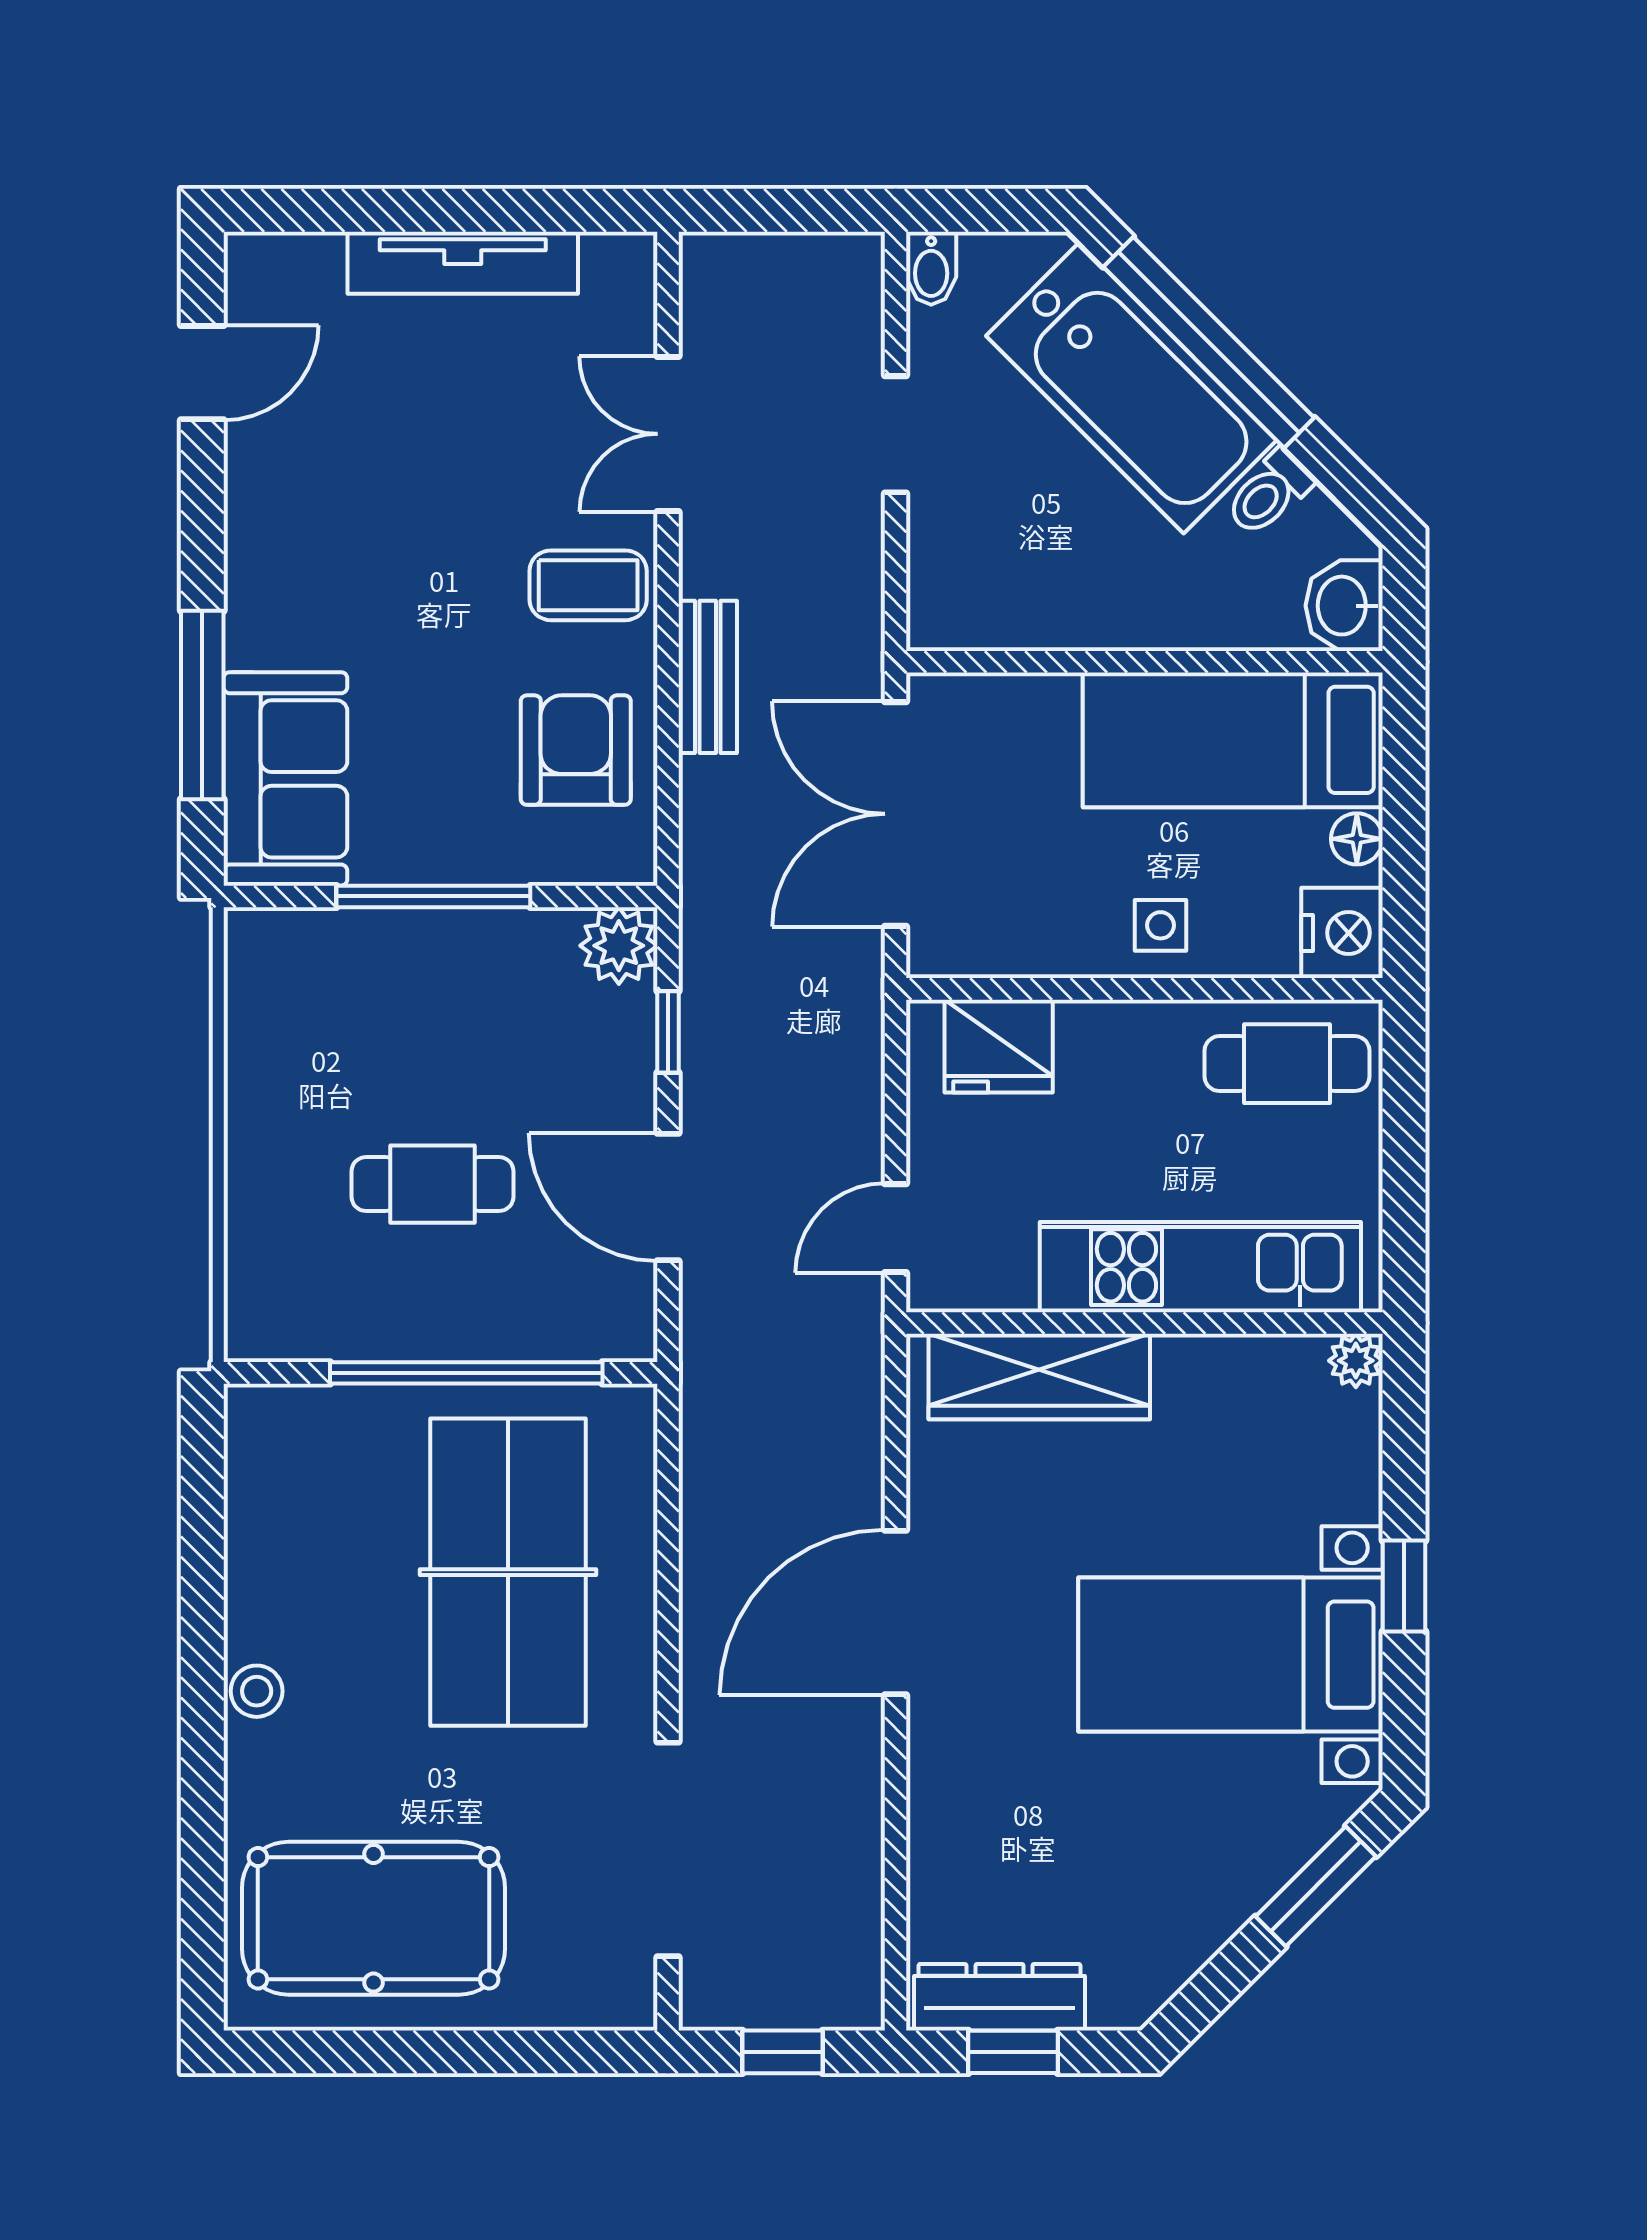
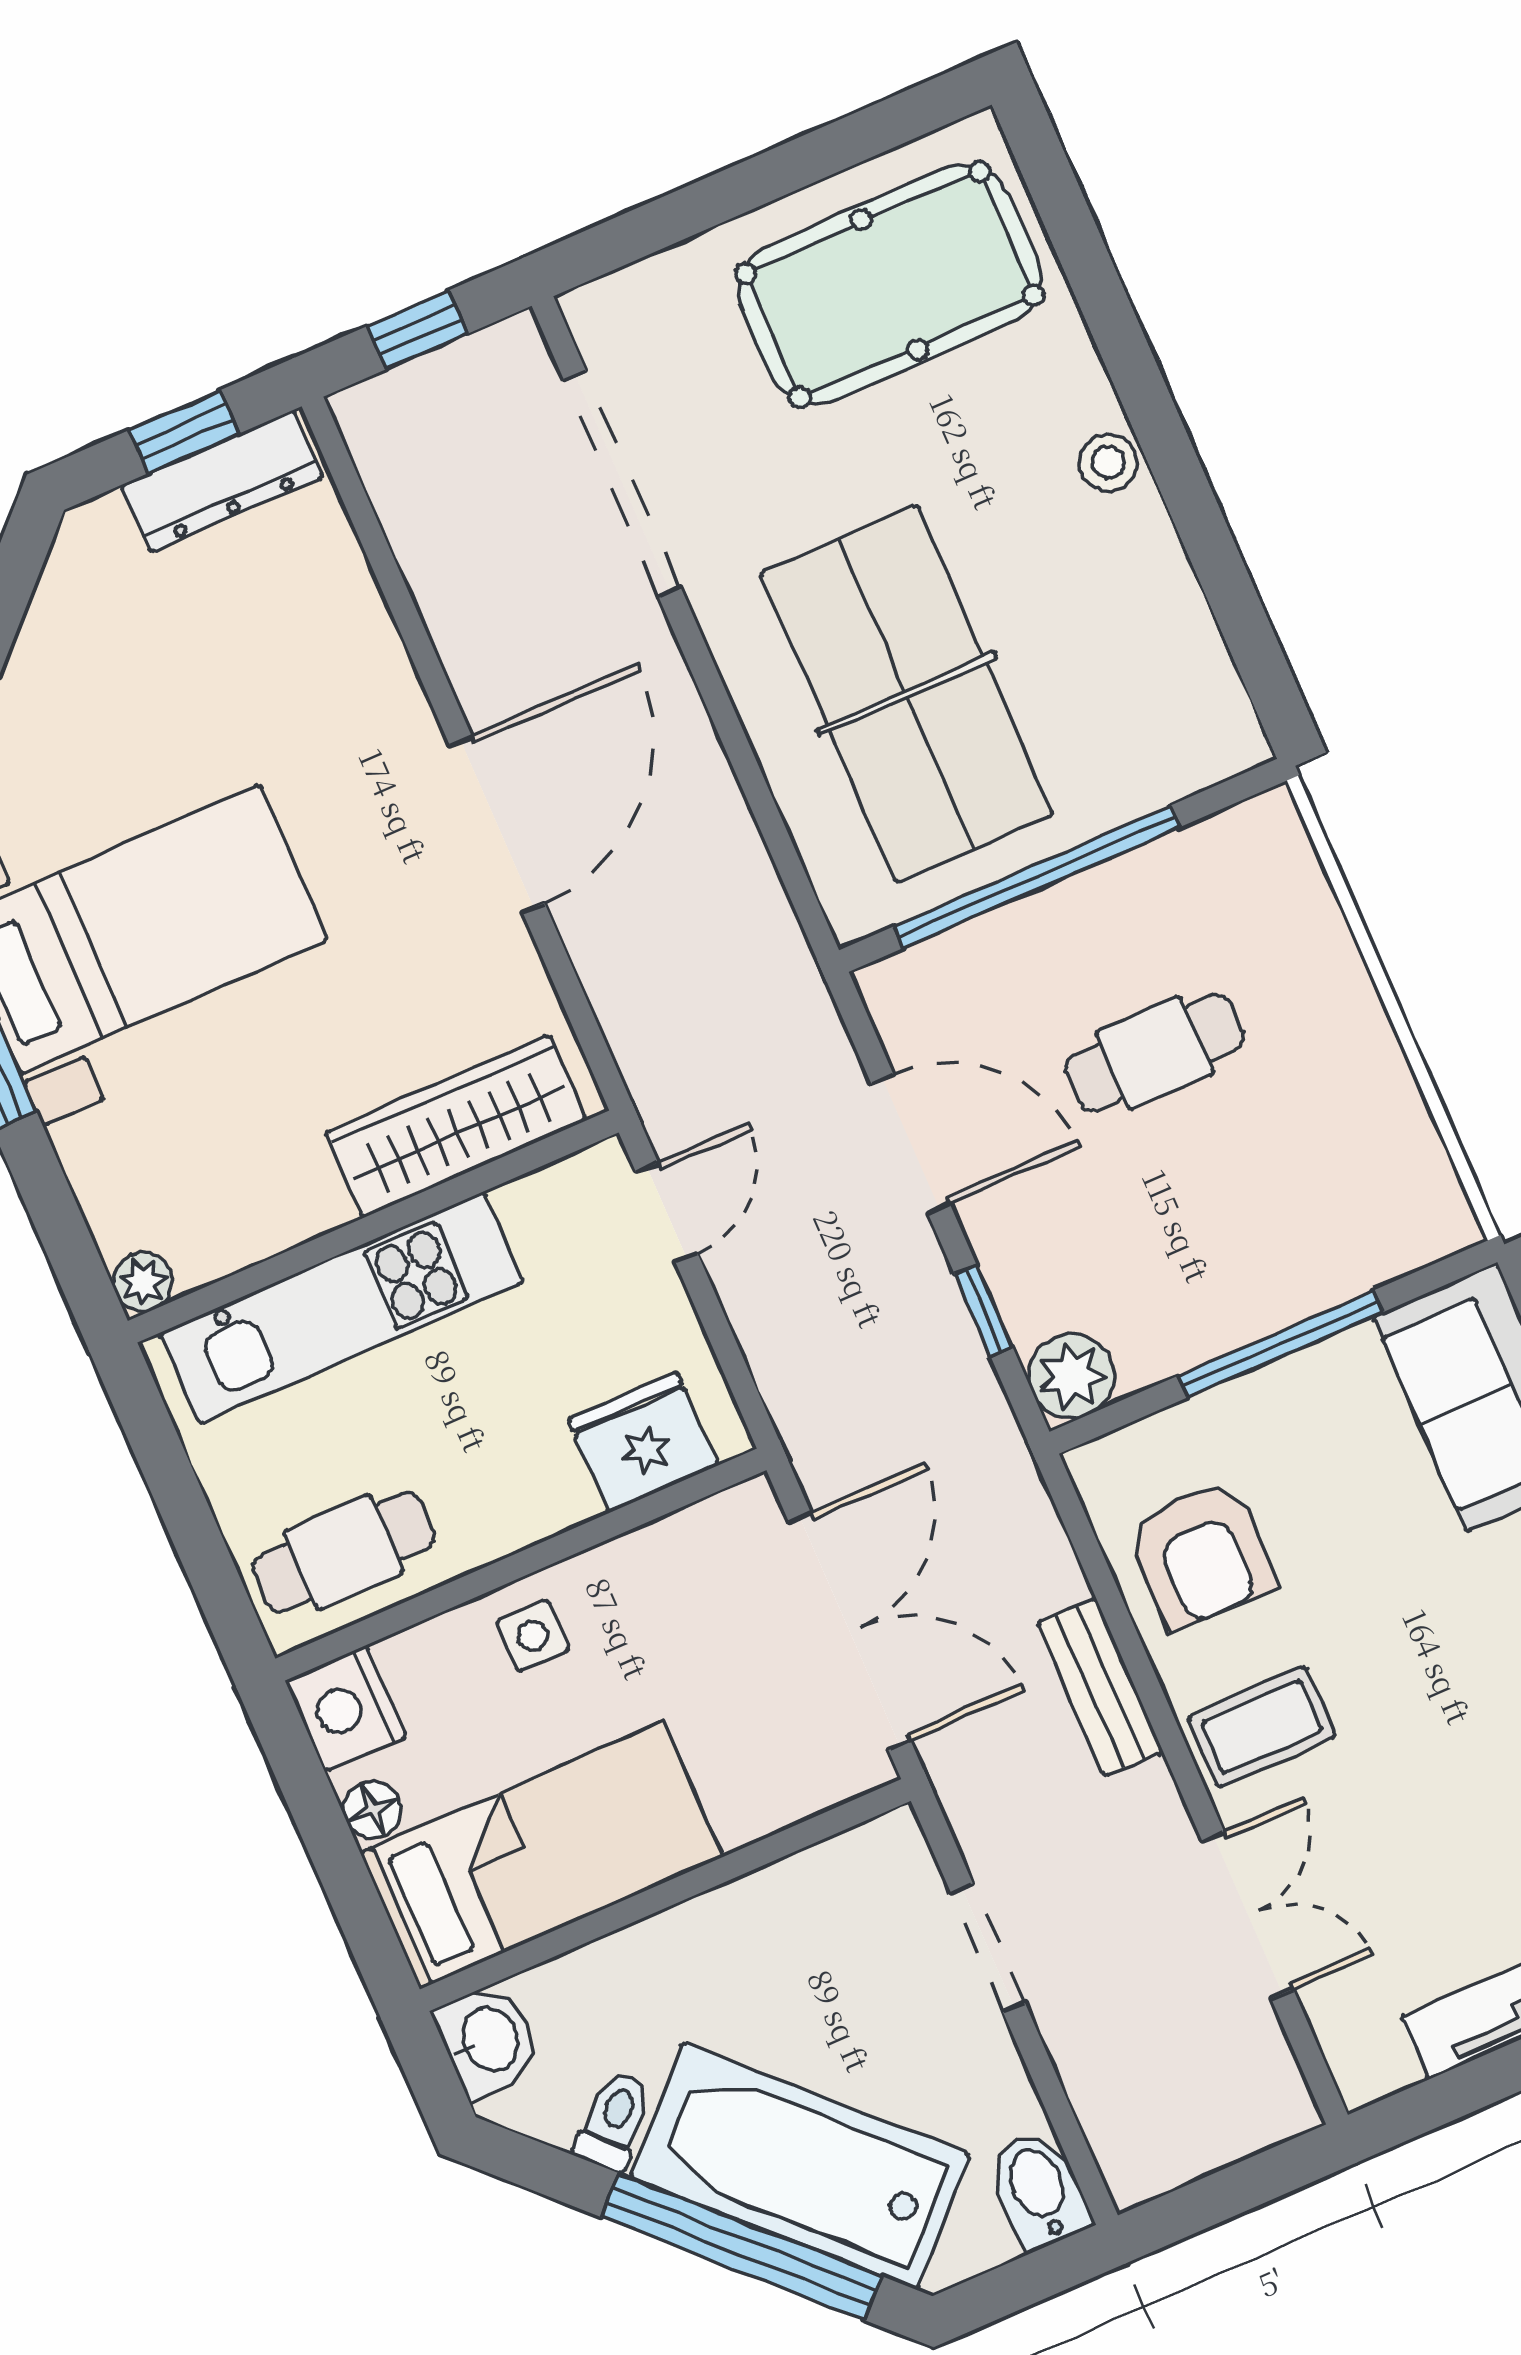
bidet: (931, 268) -> (1039, 2190), width x1.38, depth x1.36
doorway: (896, 434) -> (988, 1948), moved

